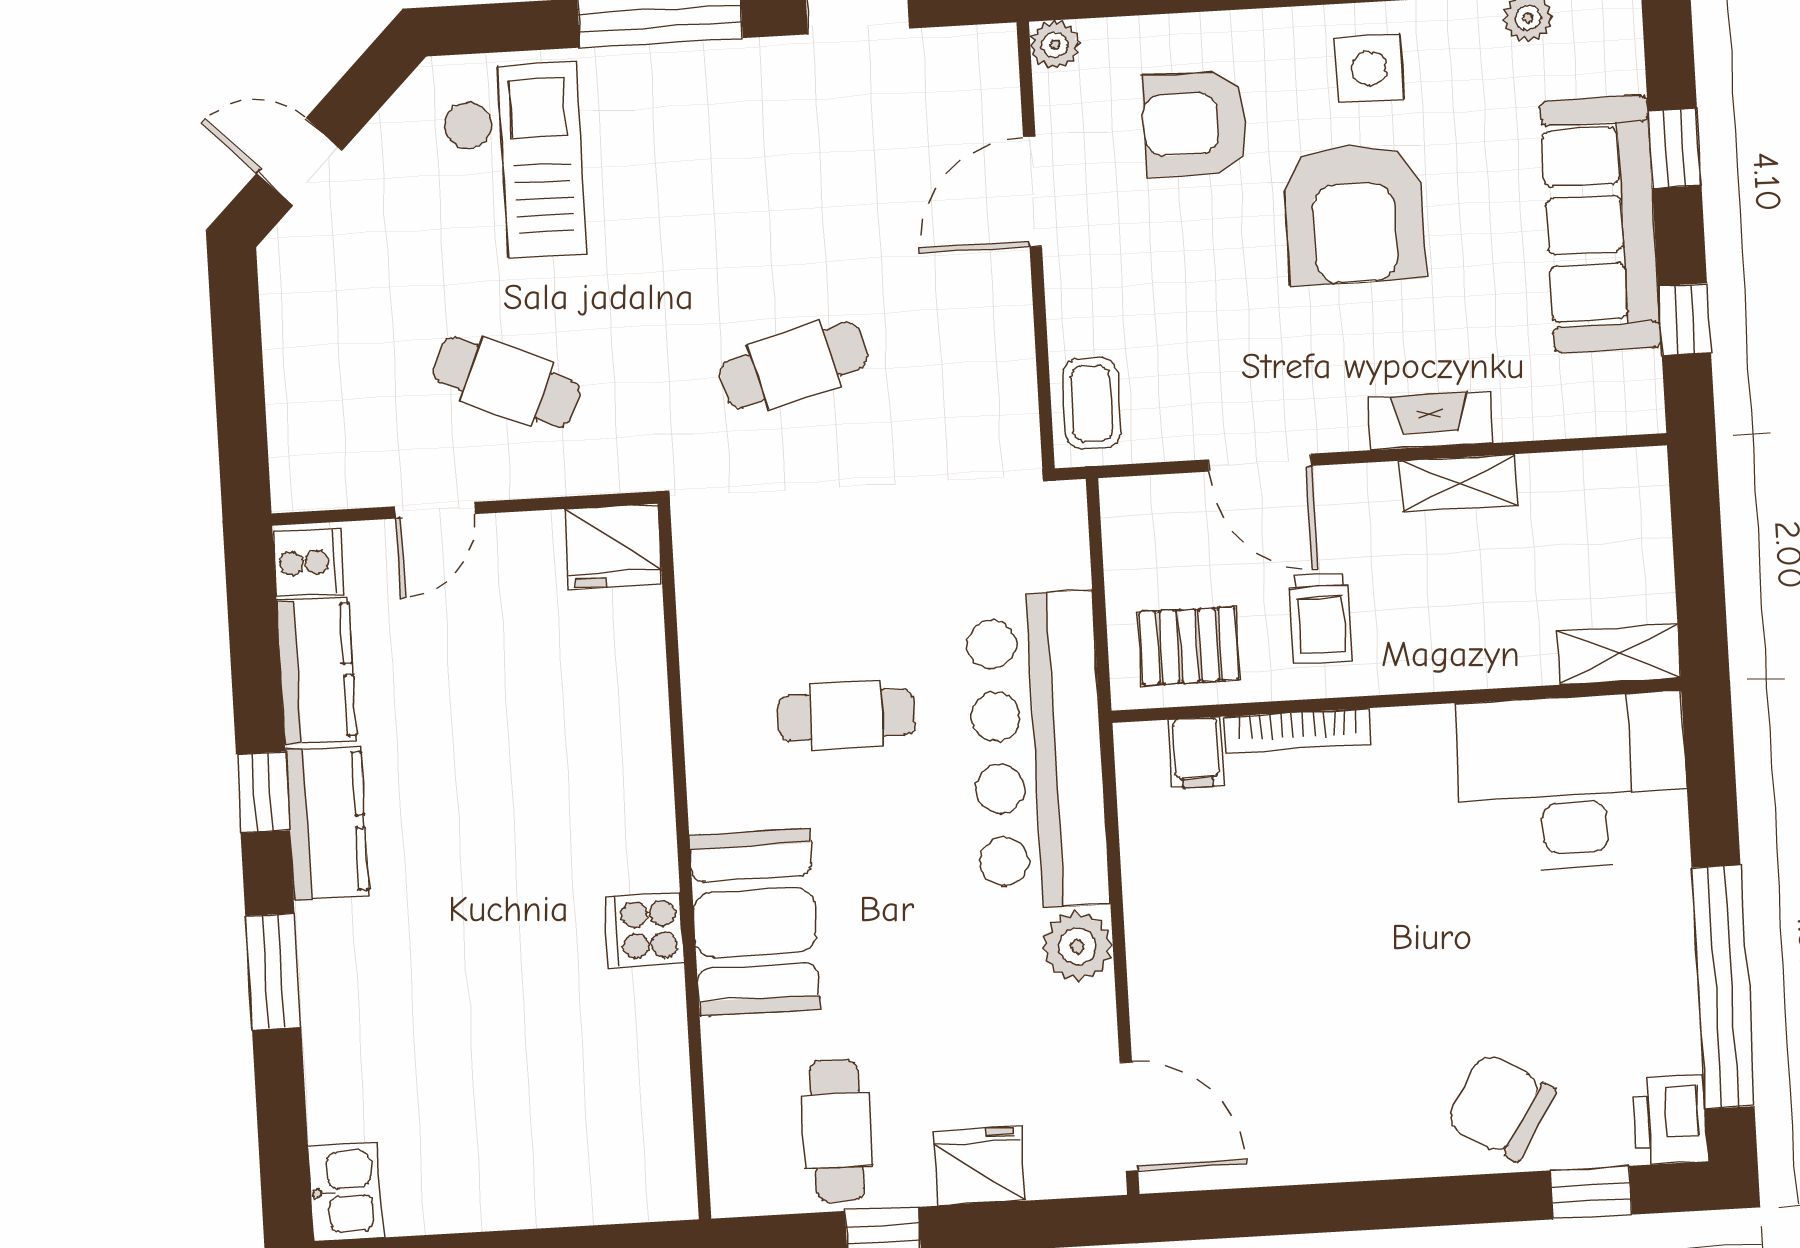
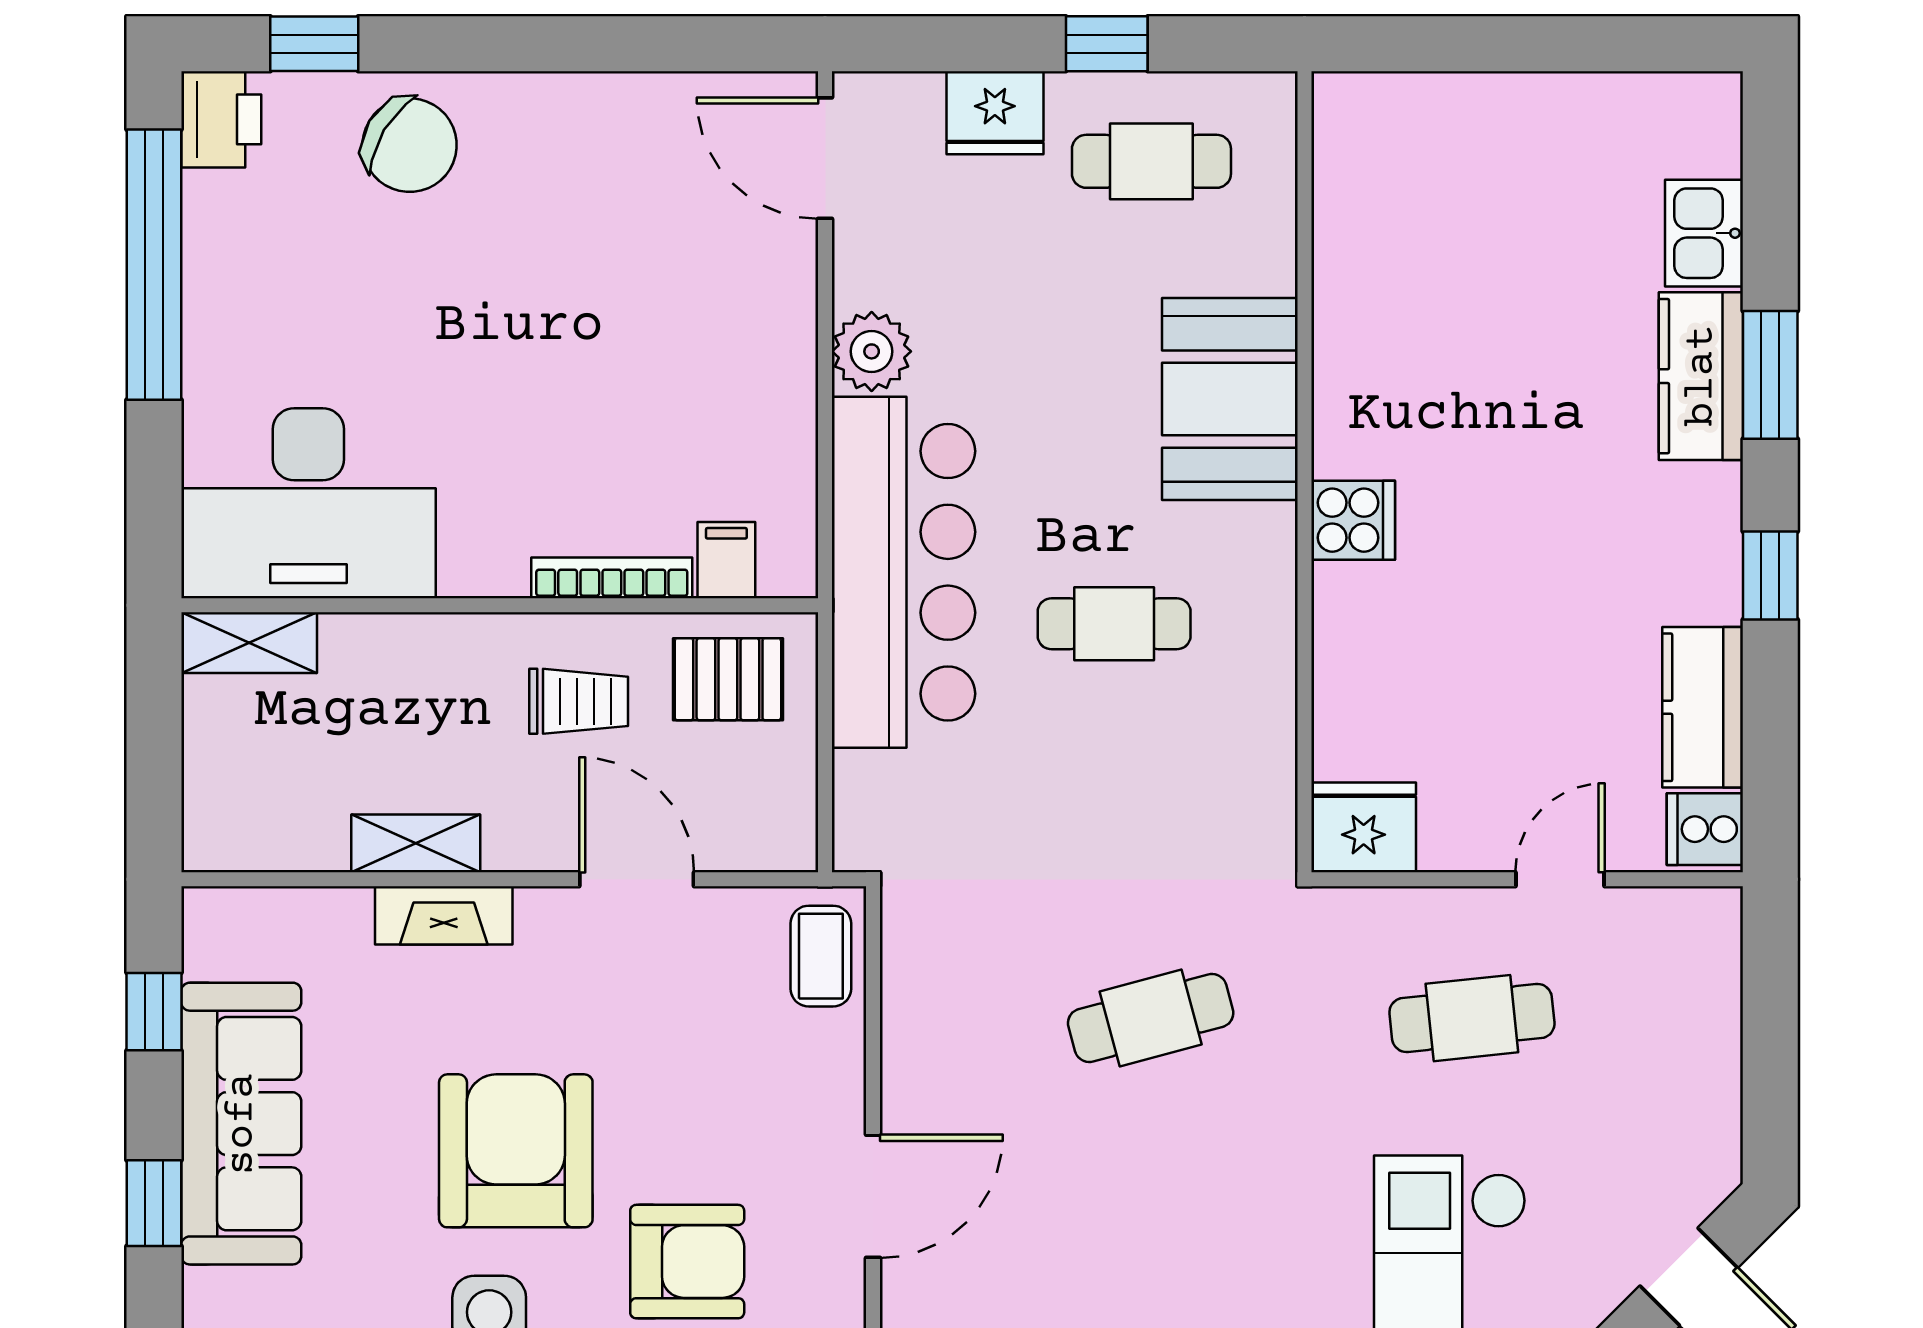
cafe table: (507, 382) -> (1472, 1018), turned -30
trolley: (1321, 619) -> (579, 701), turned 90
kitchen counter: (327, 823) -> (1701, 376), moved
cooker: (645, 930) -> (1353, 520), moved
cafe table: (837, 1131) -> (1151, 161), turned 90
kitchen sink: (345, 1192) -> (1704, 233), moved

